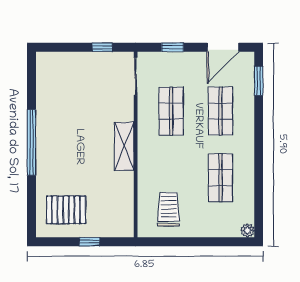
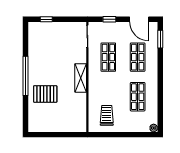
window: (102, 47) -> (46, 19), moved
door: (223, 47) -> (139, 19), hinge flipped
pallet: (66, 210) -> (45, 94), moved
window: (89, 242) -> (60, 135), removed

